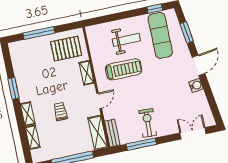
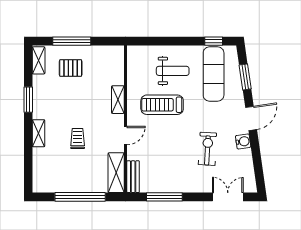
pallet: (66, 49) -> (71, 68), moved, width x0.67, depth x0.71
treadmill: (124, 69) -> (162, 105), turned 180
exercise bike: (148, 123) -> (207, 149), moved
shelving: (33, 137) -> (39, 60), moved

